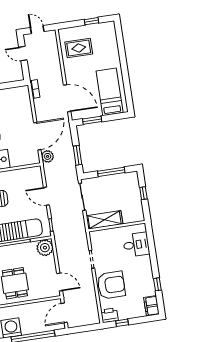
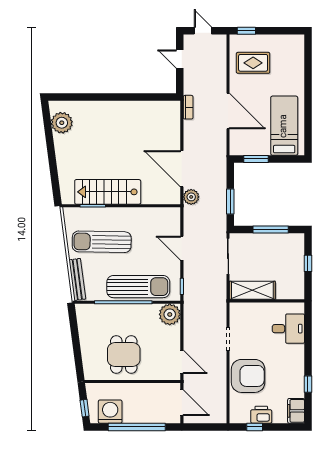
window: (92, 21) -> (246, 31), moved
door: (67, 98) -> (228, 111), moved
door: (37, 136) -> (182, 169), swing flipped
door: (64, 313) -> (182, 403), swing flipped
printer: (109, 315) -> (261, 415), moved

